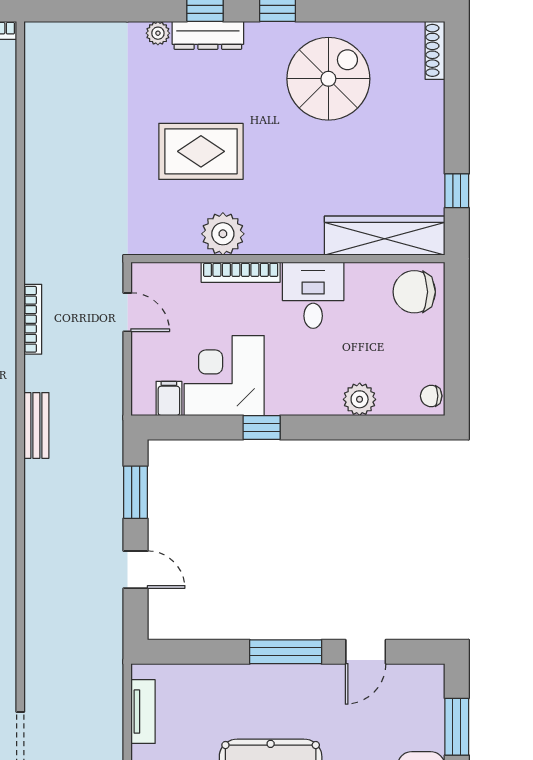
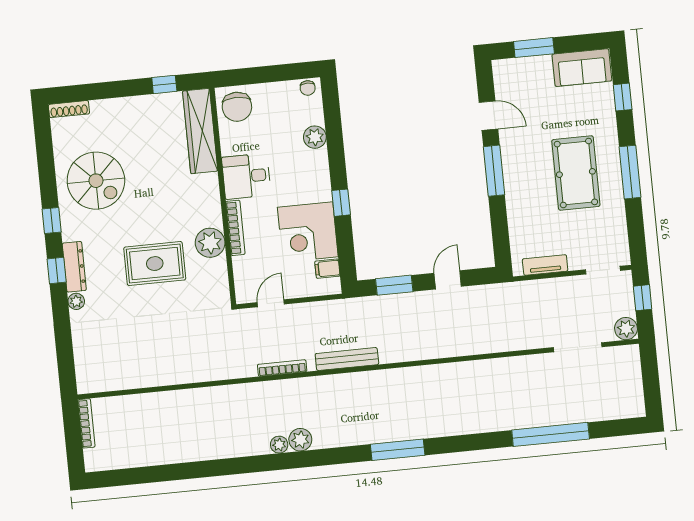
spiral stairs: (328, 79) -> (96, 181), turned 180
rug: (201, 151) -> (155, 264), turned 90
bench: (36, 425) -> (347, 359), width x1.36

